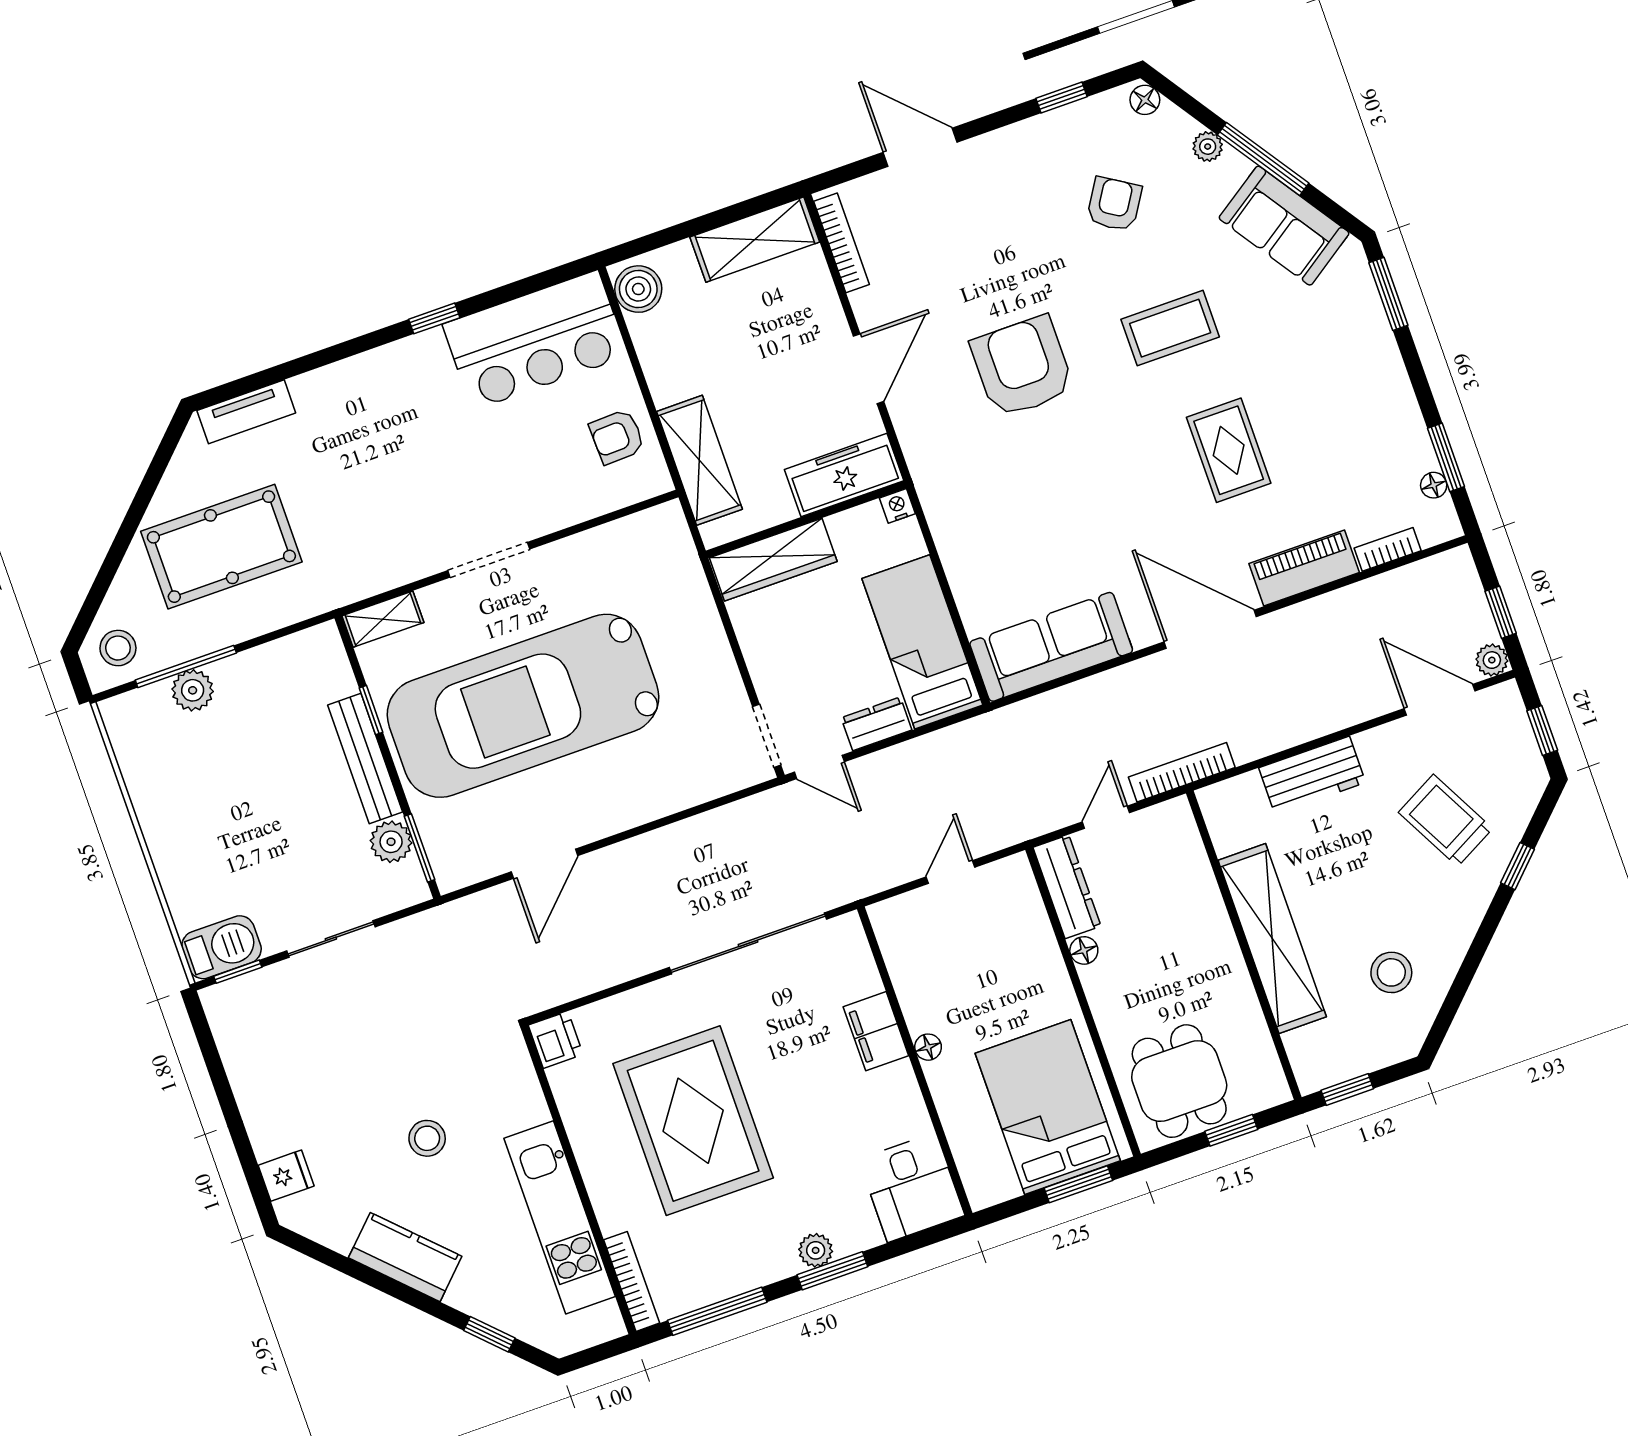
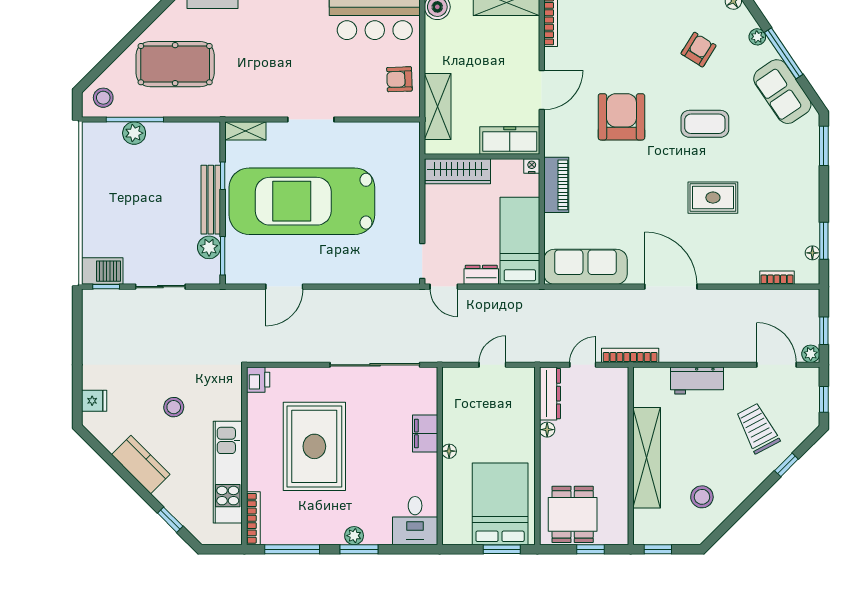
rug: (1229, 450) -> (713, 198), turned 90
piano: (1304, 568) -> (556, 185), moved, turned 90

